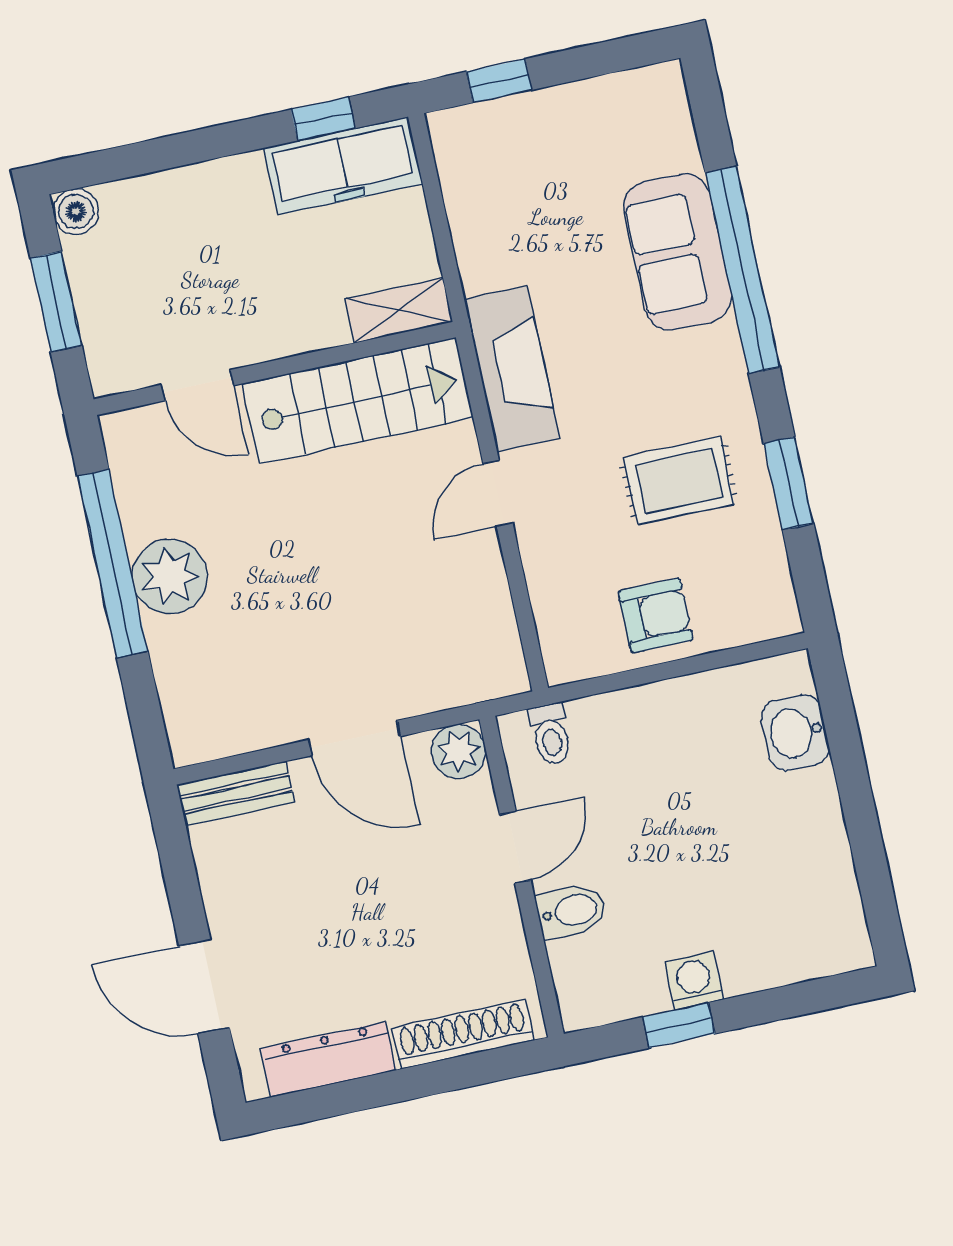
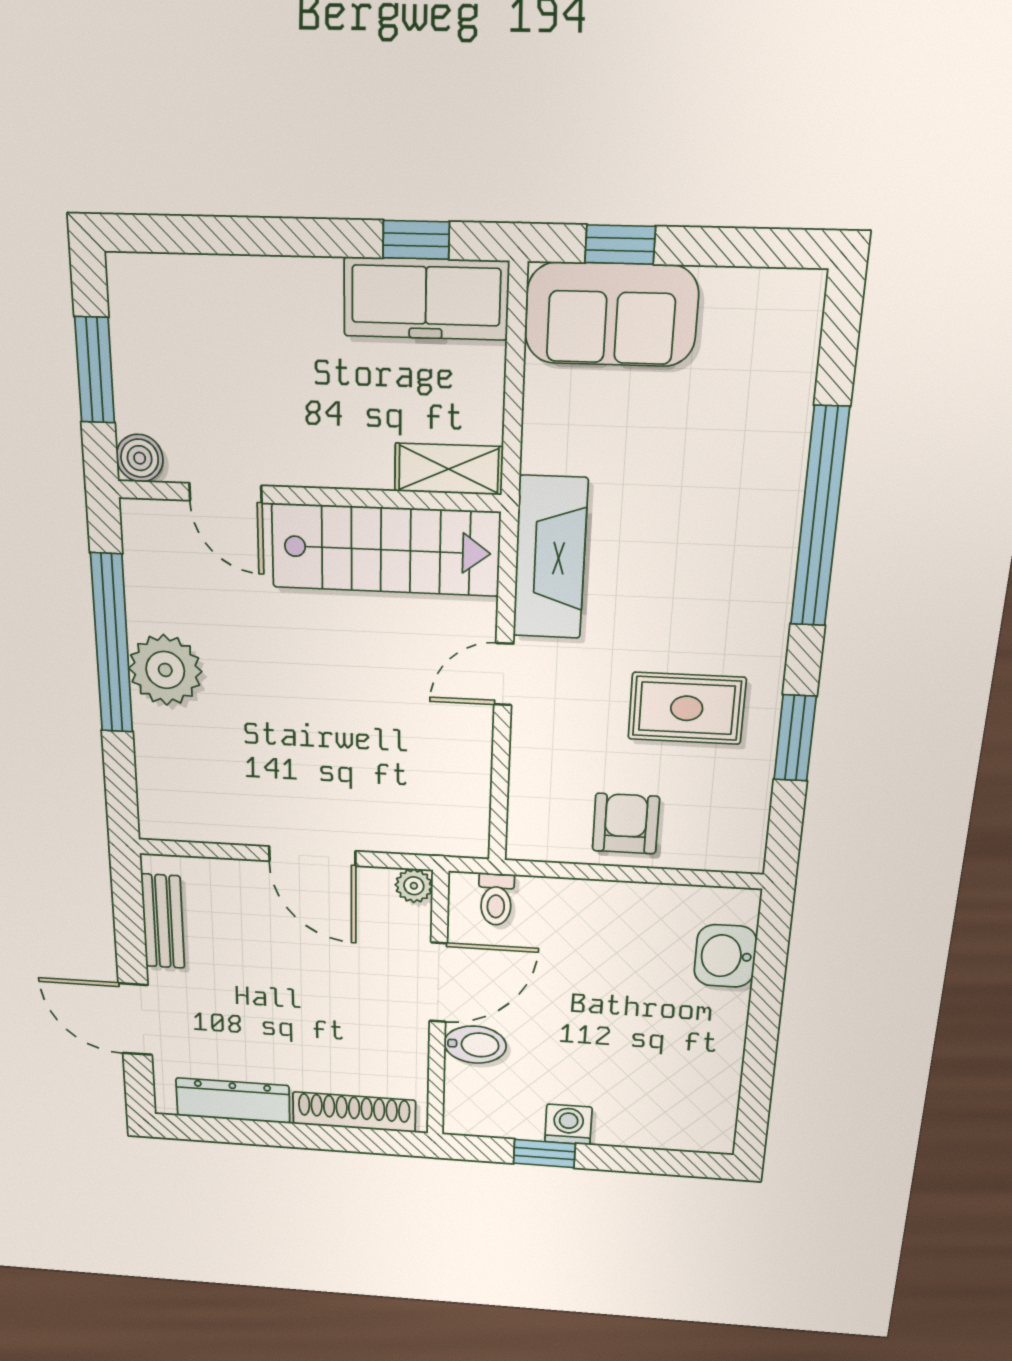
boiler: (76, 212) -> (140, 458), moved
sofa: (678, 252) -> (611, 314), moved, turned -90
armchair: (656, 616) -> (626, 824), turned -90
plant: (459, 751) -> (414, 886), width x0.73, depth x0.73
bench: (235, 794) -> (163, 921), moved, turned 90
door: (515, 847) -> (438, 982), width x1.38

